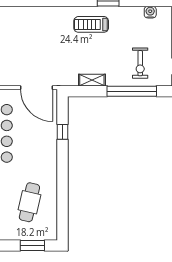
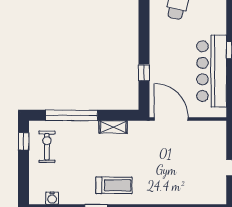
exercise bike: (140, 63) -> (47, 147), moved

